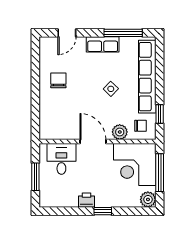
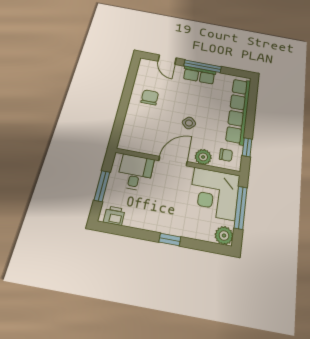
door: (67, 33) -> (167, 60), hinge flipped
window: (123, 33) -> (203, 66), moved
side table: (111, 89) -> (189, 123), moved
door: (93, 142) -> (173, 161), hinge flipped
printer: (86, 200) -> (114, 216), moved

